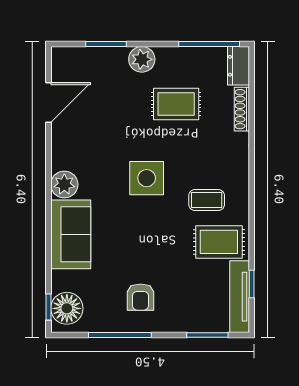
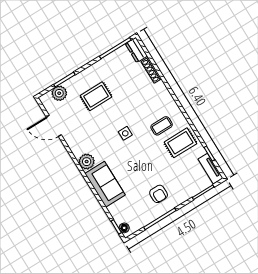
plant: (142, 59) -> (59, 93), moved
door: (48, 102) -> (54, 126), swing flipped
rug: (176, 104) -> (96, 96), moved
side table: (147, 178) -> (125, 133), width x0.54, depth x0.54
tv unit: (240, 297) -> (210, 169), width x0.71
floor lamp: (67, 308) -> (124, 228), width x0.53, depth x0.53

